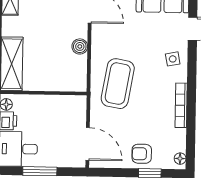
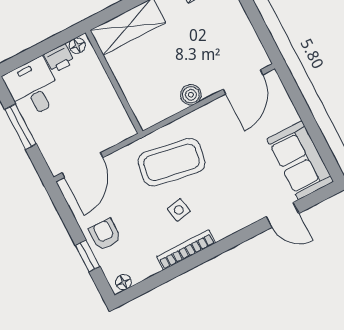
side table: (173, 59) -> (179, 210), moved

